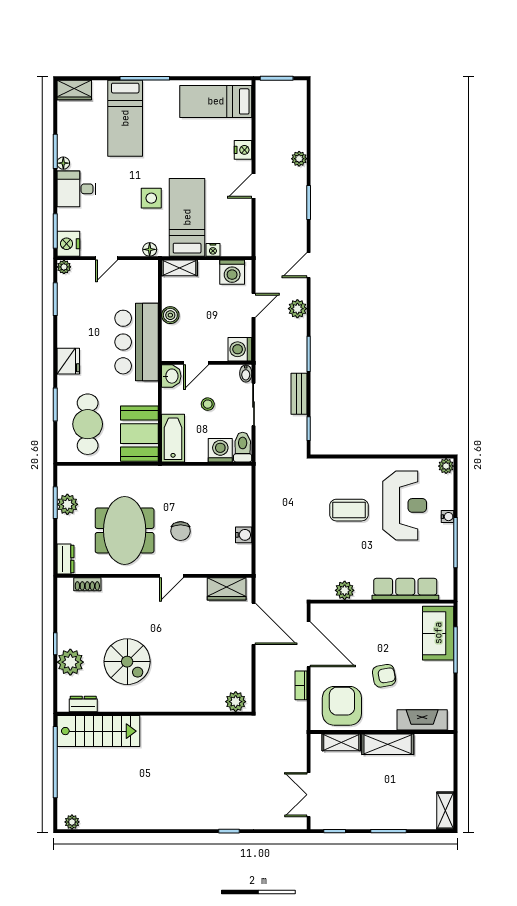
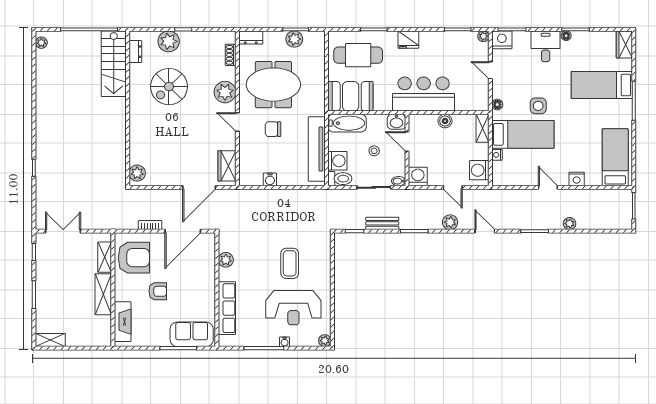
tv unit: (205, 476) -> (317, 149), added
plant: (134, 591) -> (225, 92), added
armchair: (384, 676) -> (158, 291), turned -80

